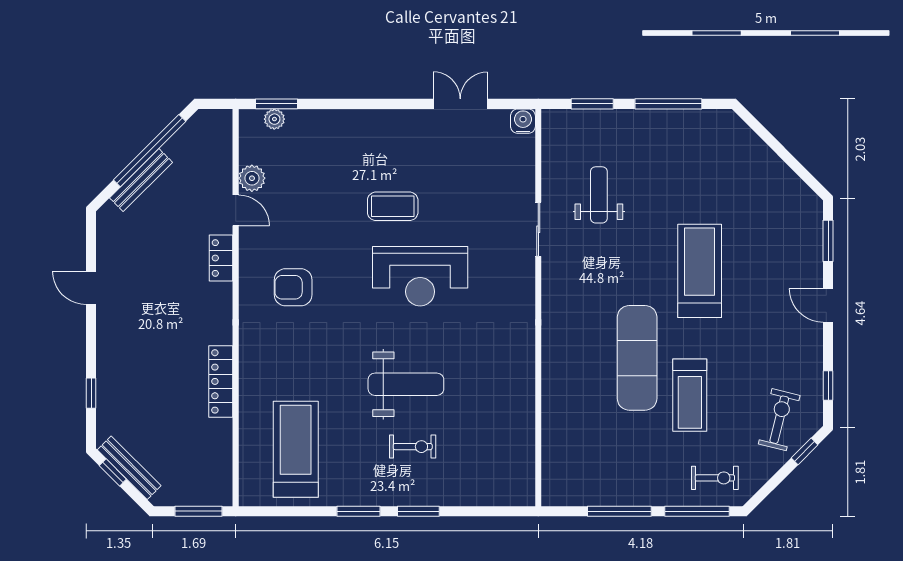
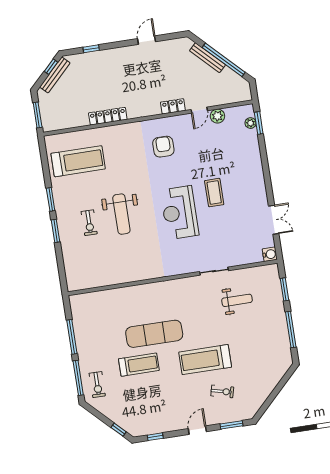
treadmill: (700, 271) -> (205, 360), turned 180
treadmill: (690, 395) -> (139, 365), turned 180
exercise bike: (779, 420) -> (222, 391), moved, width x0.73, depth x0.72

